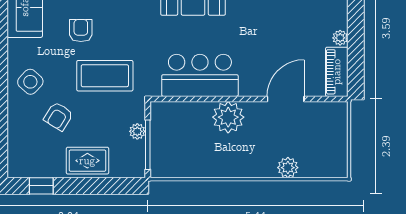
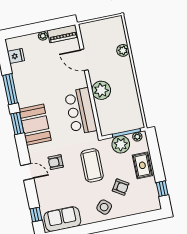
armchair: (81, 31) -> (56, 162), moved
plant: (137, 131) -> (121, 144), width x1.88, depth x1.88
plant: (138, 162) -> (137, 137), added

